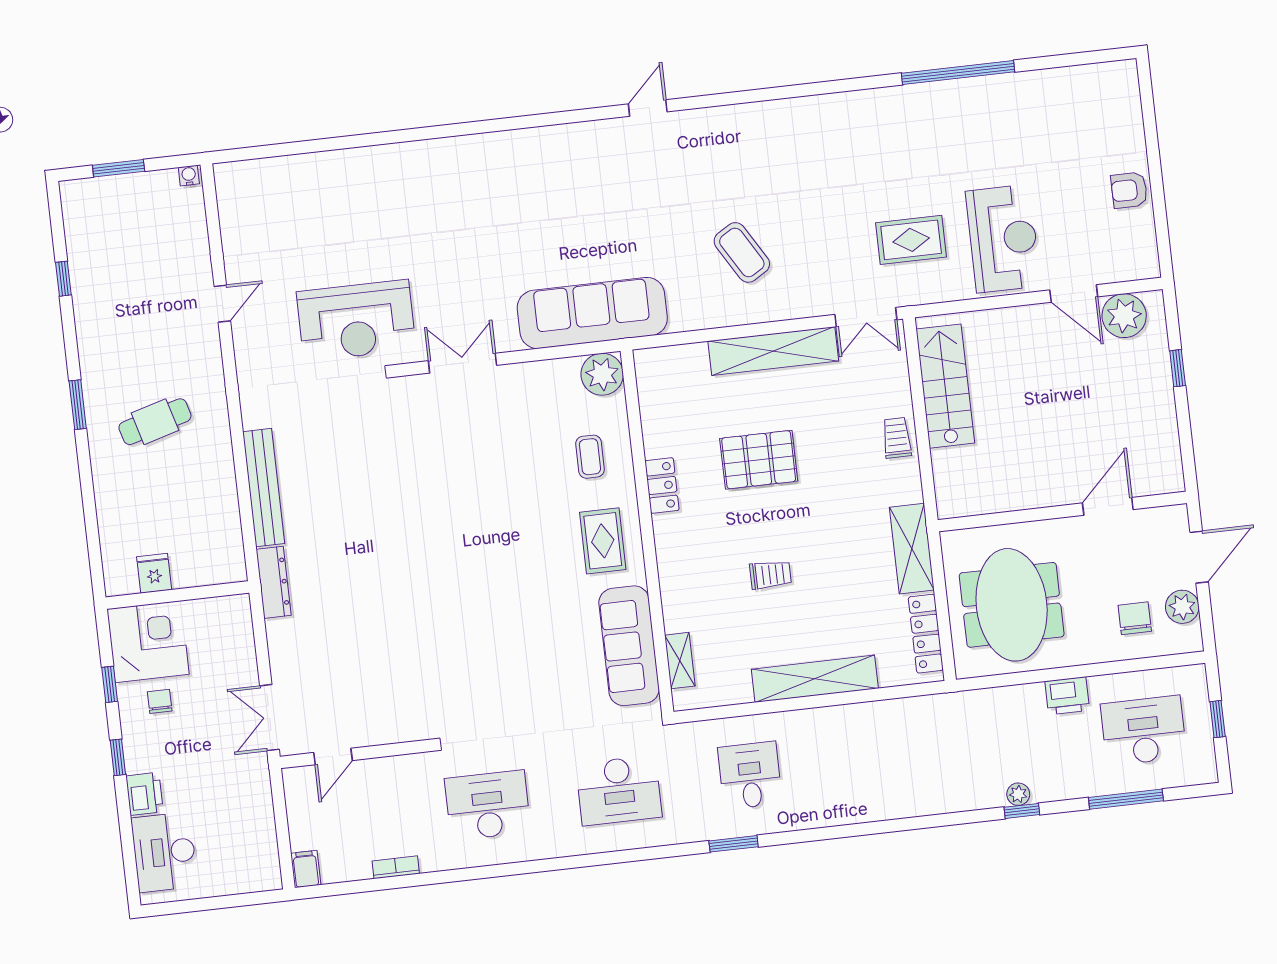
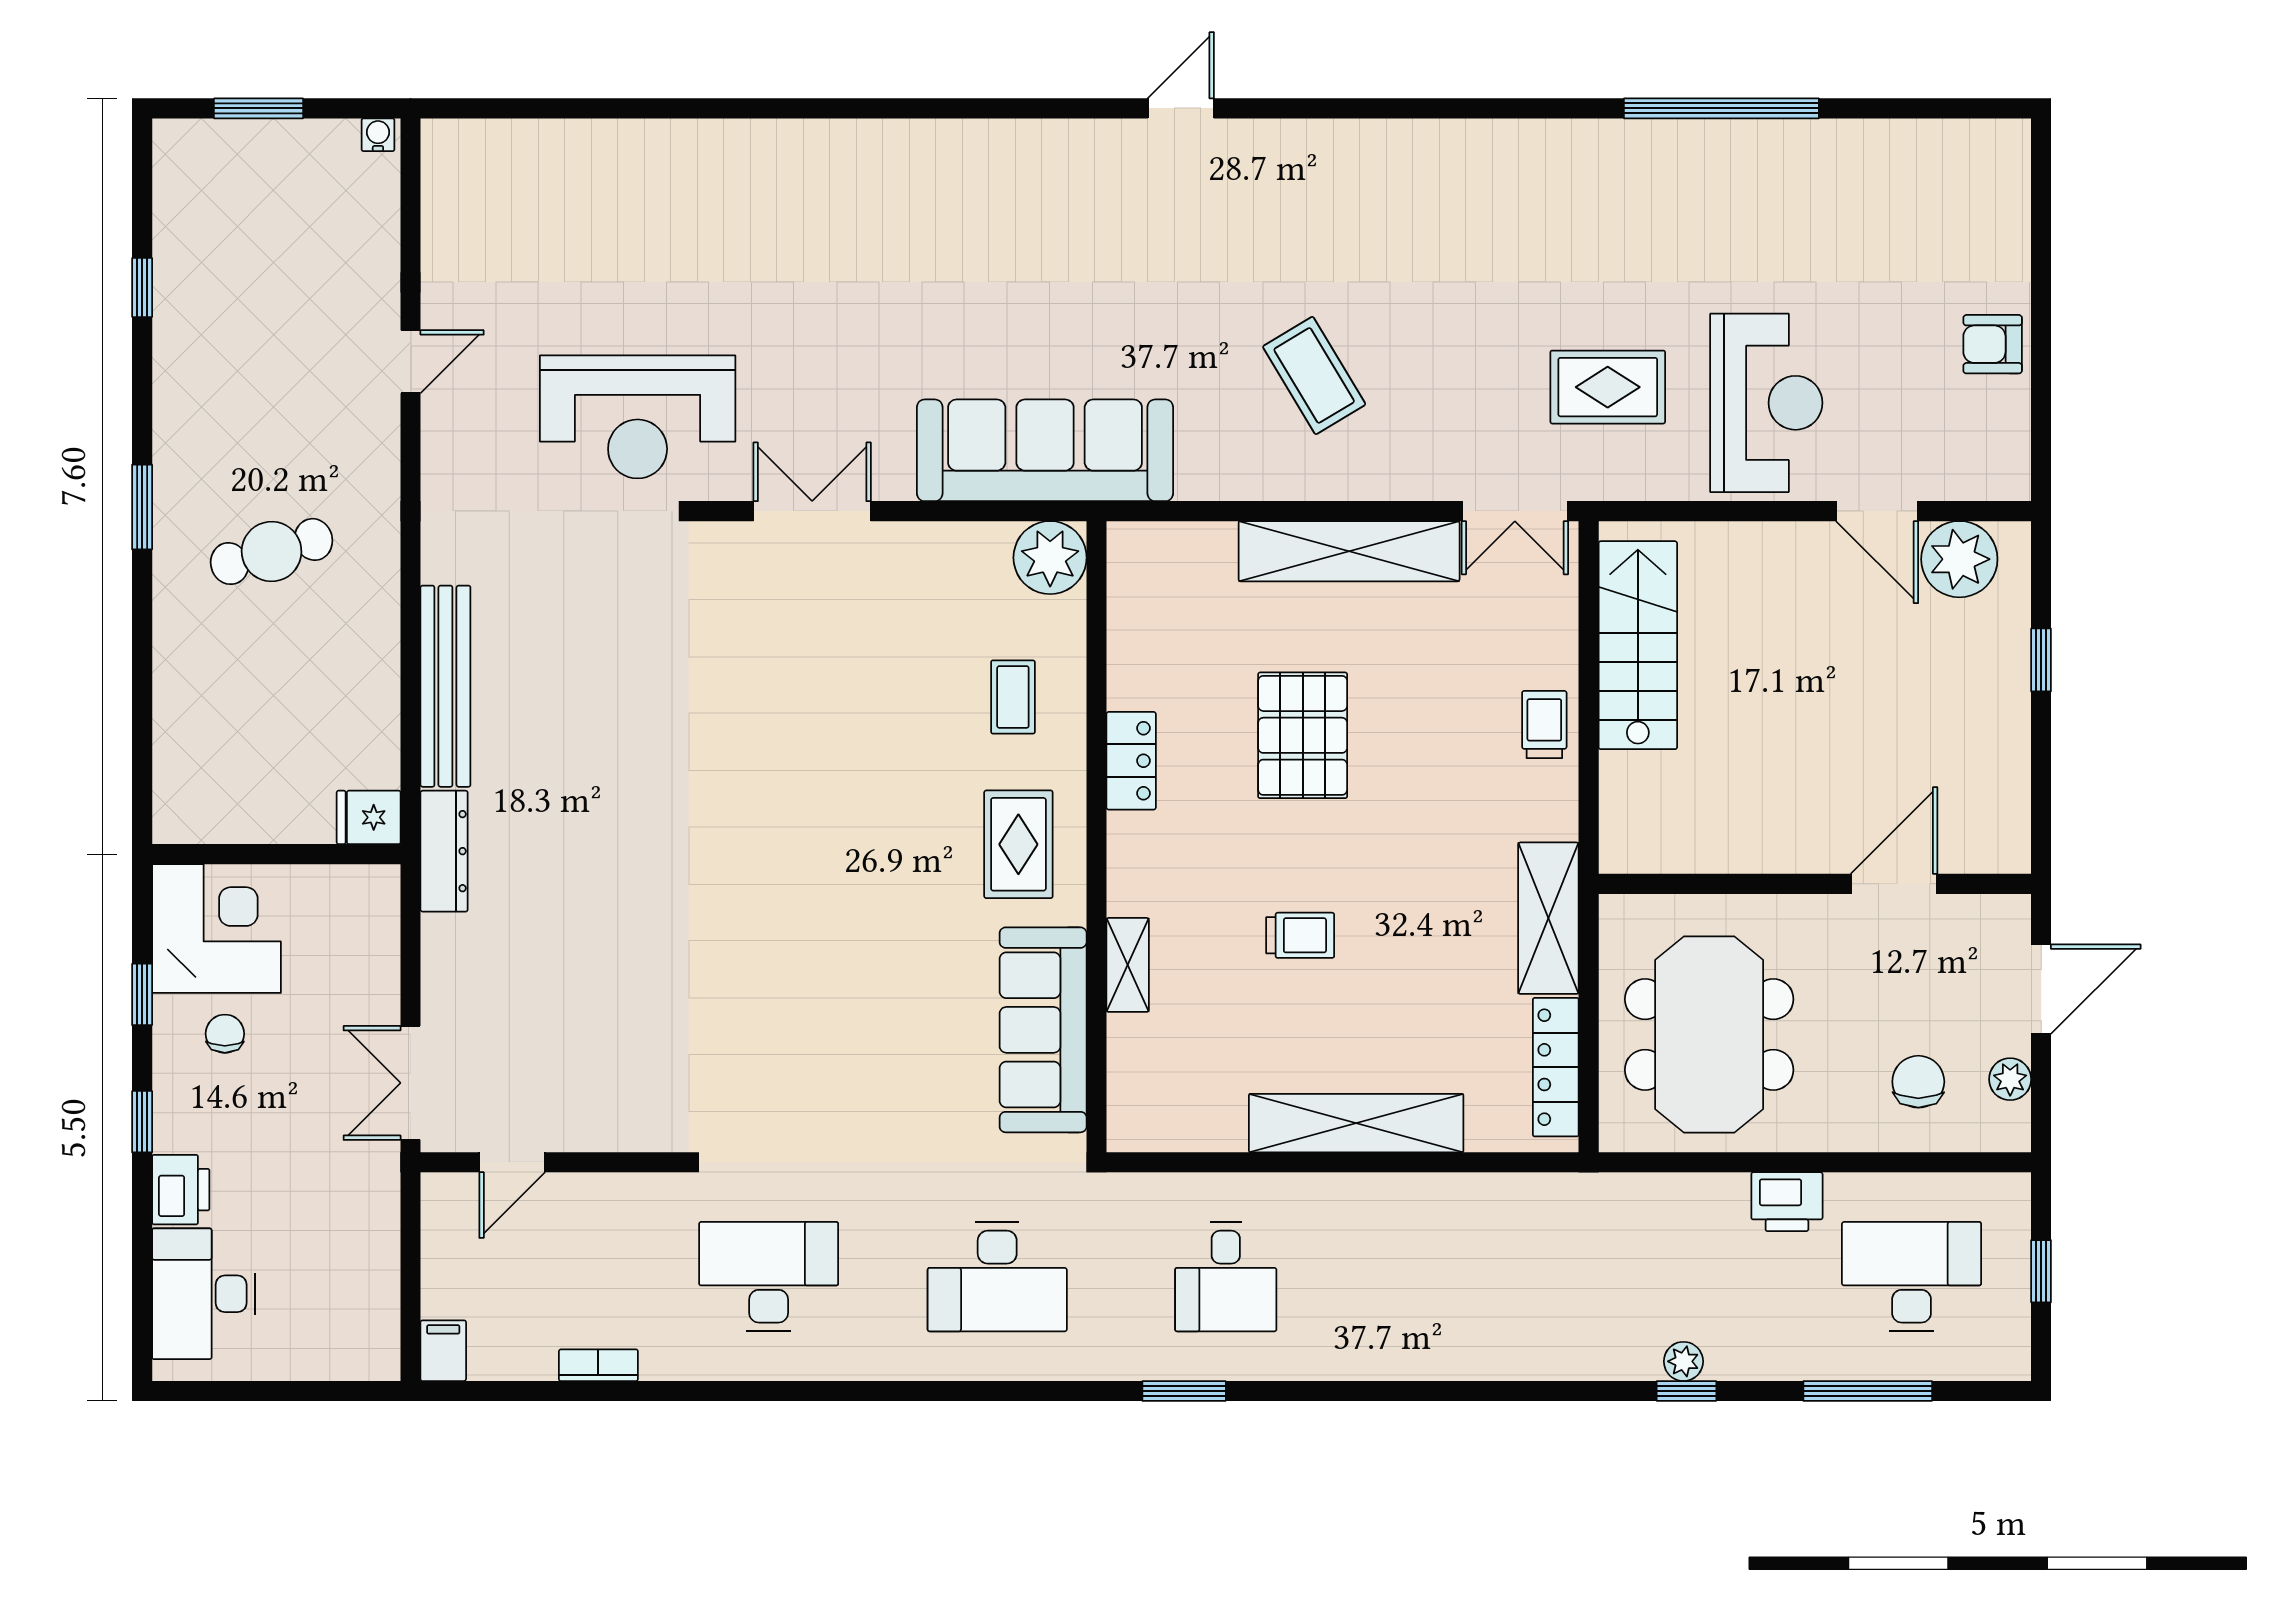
pallet: (759, 460) -> (1303, 735), turned 90
fridge: (154, 573) -> (369, 817), moved, turned -90
plant: (1182, 607) -> (2010, 1079), width x0.73, depth x0.73
shelving: (680, 661) -> (1128, 965), moved
desk: (750, 775) -> (1226, 1277), turned 180

